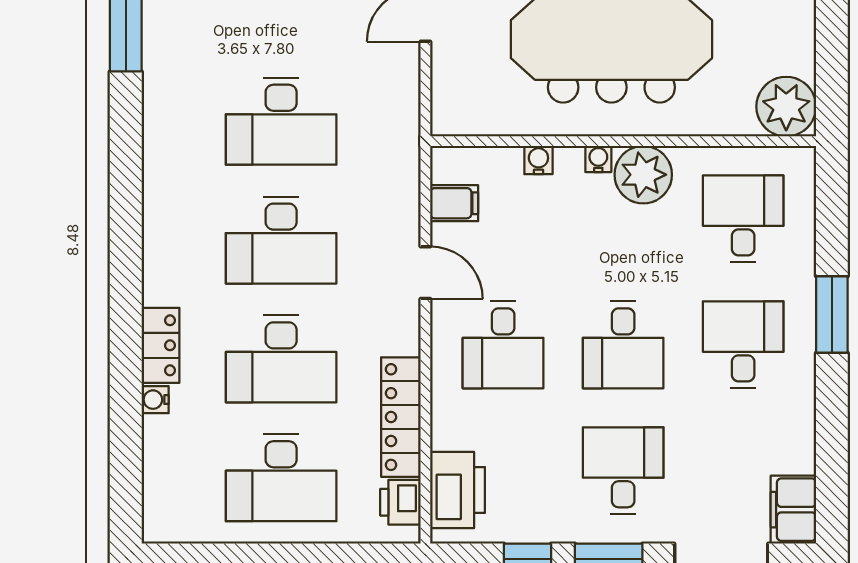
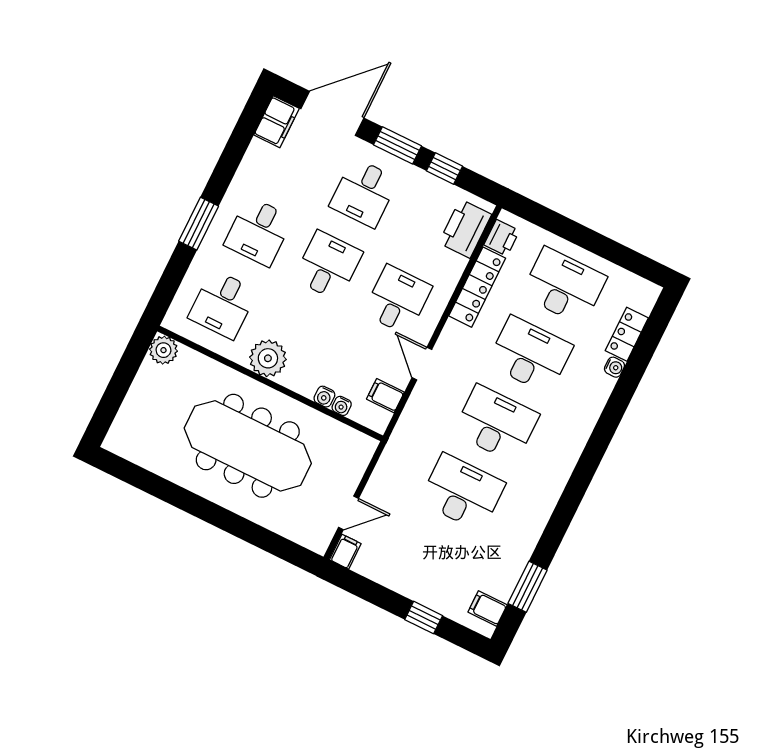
plant: (786, 107) -> (163, 350), width x0.73, depth x0.73
water cooler: (598, 159) -> (342, 406), moved
locker: (161, 345) -> (627, 334), moved

